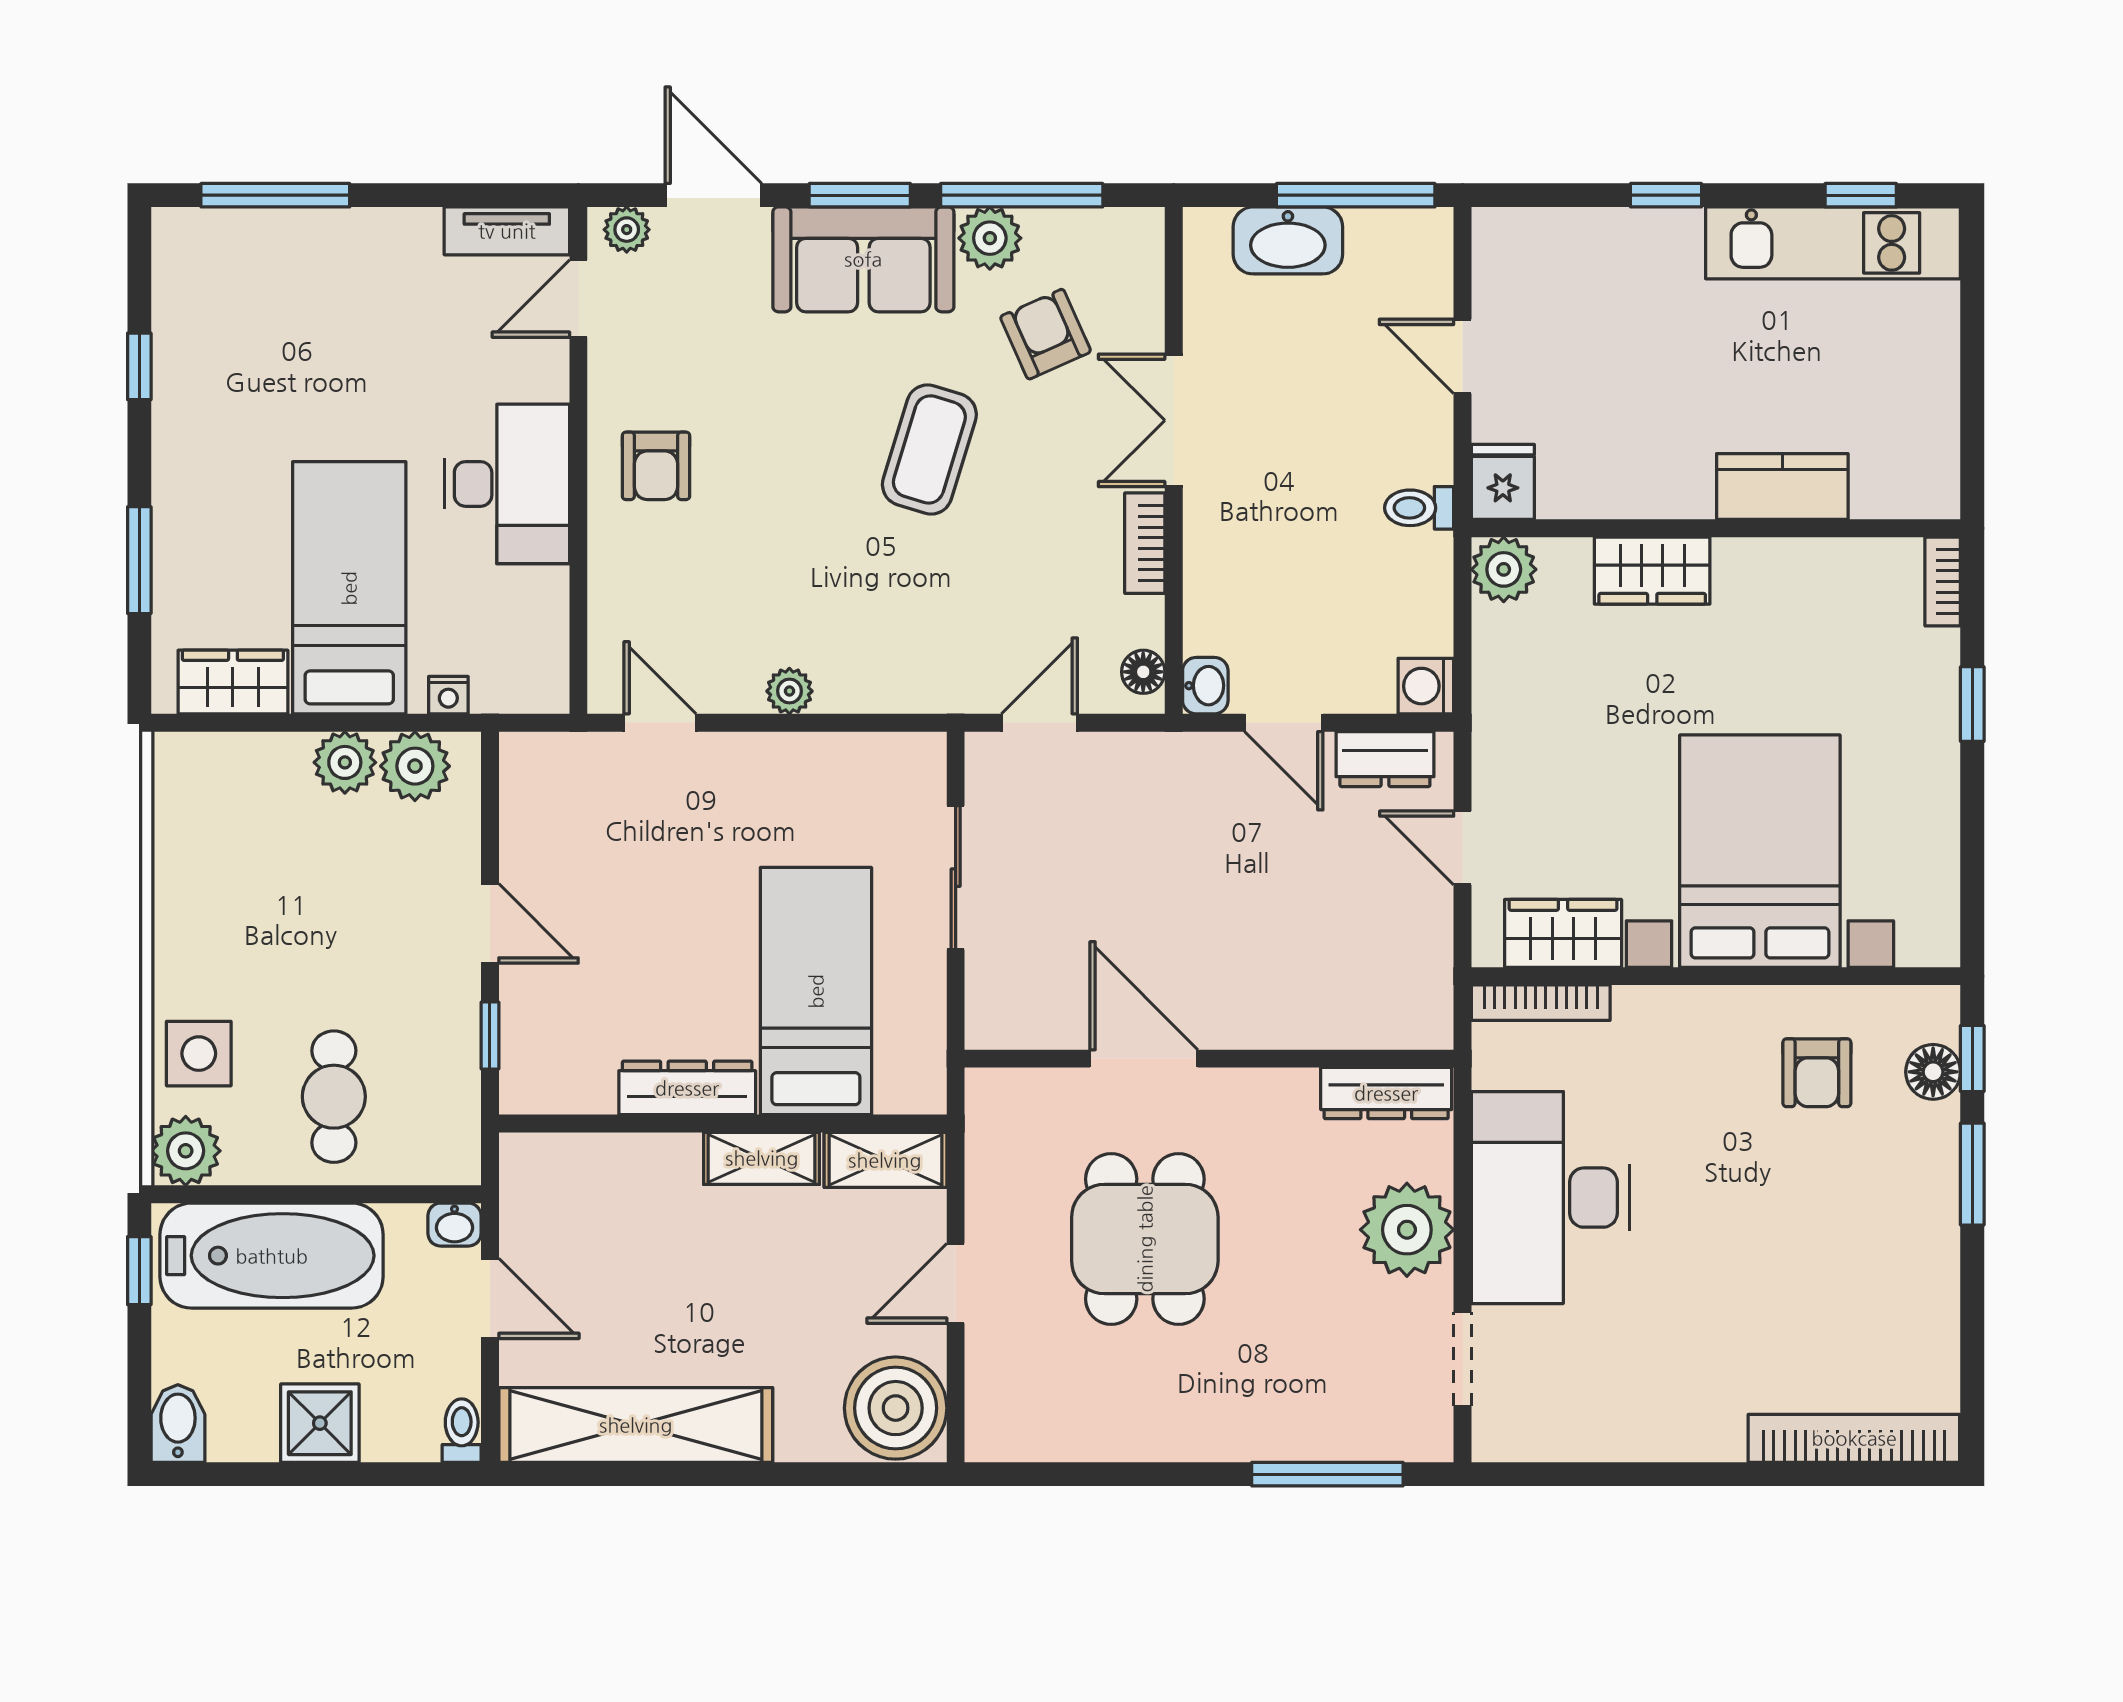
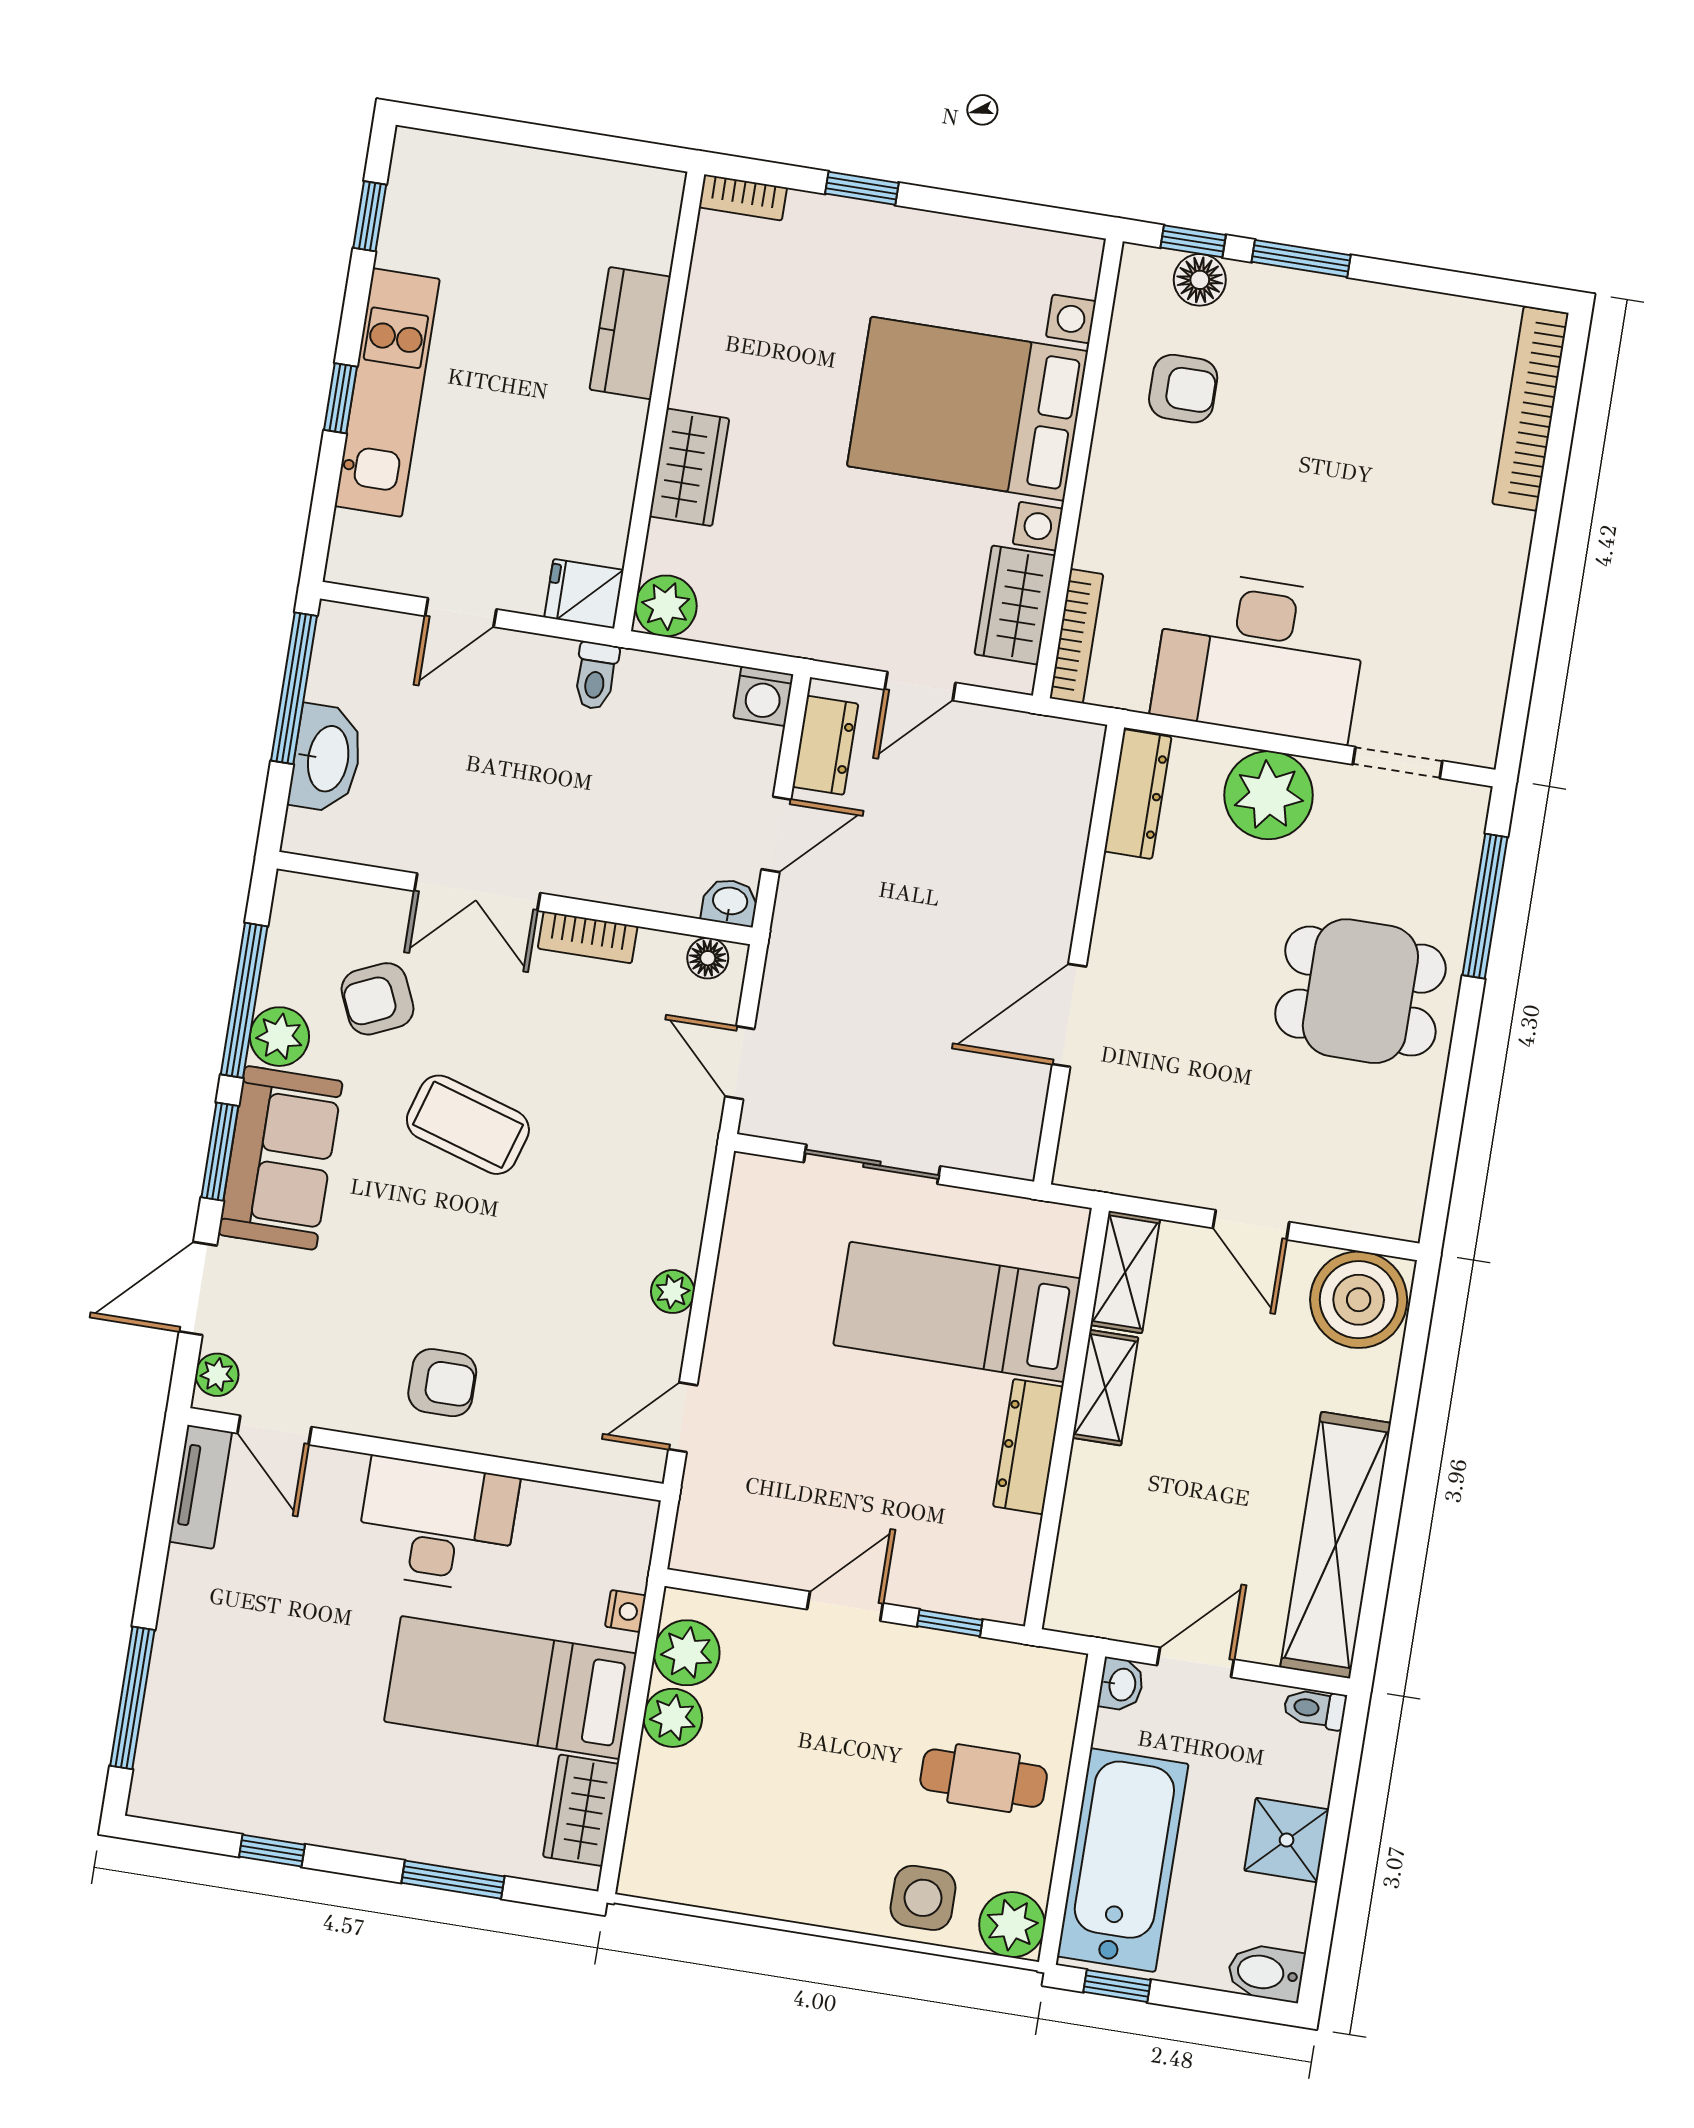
kitchen unit: (1833, 243) -> (387, 393), moved
dining table: (1145, 1239) -> (1360, 991), moved

